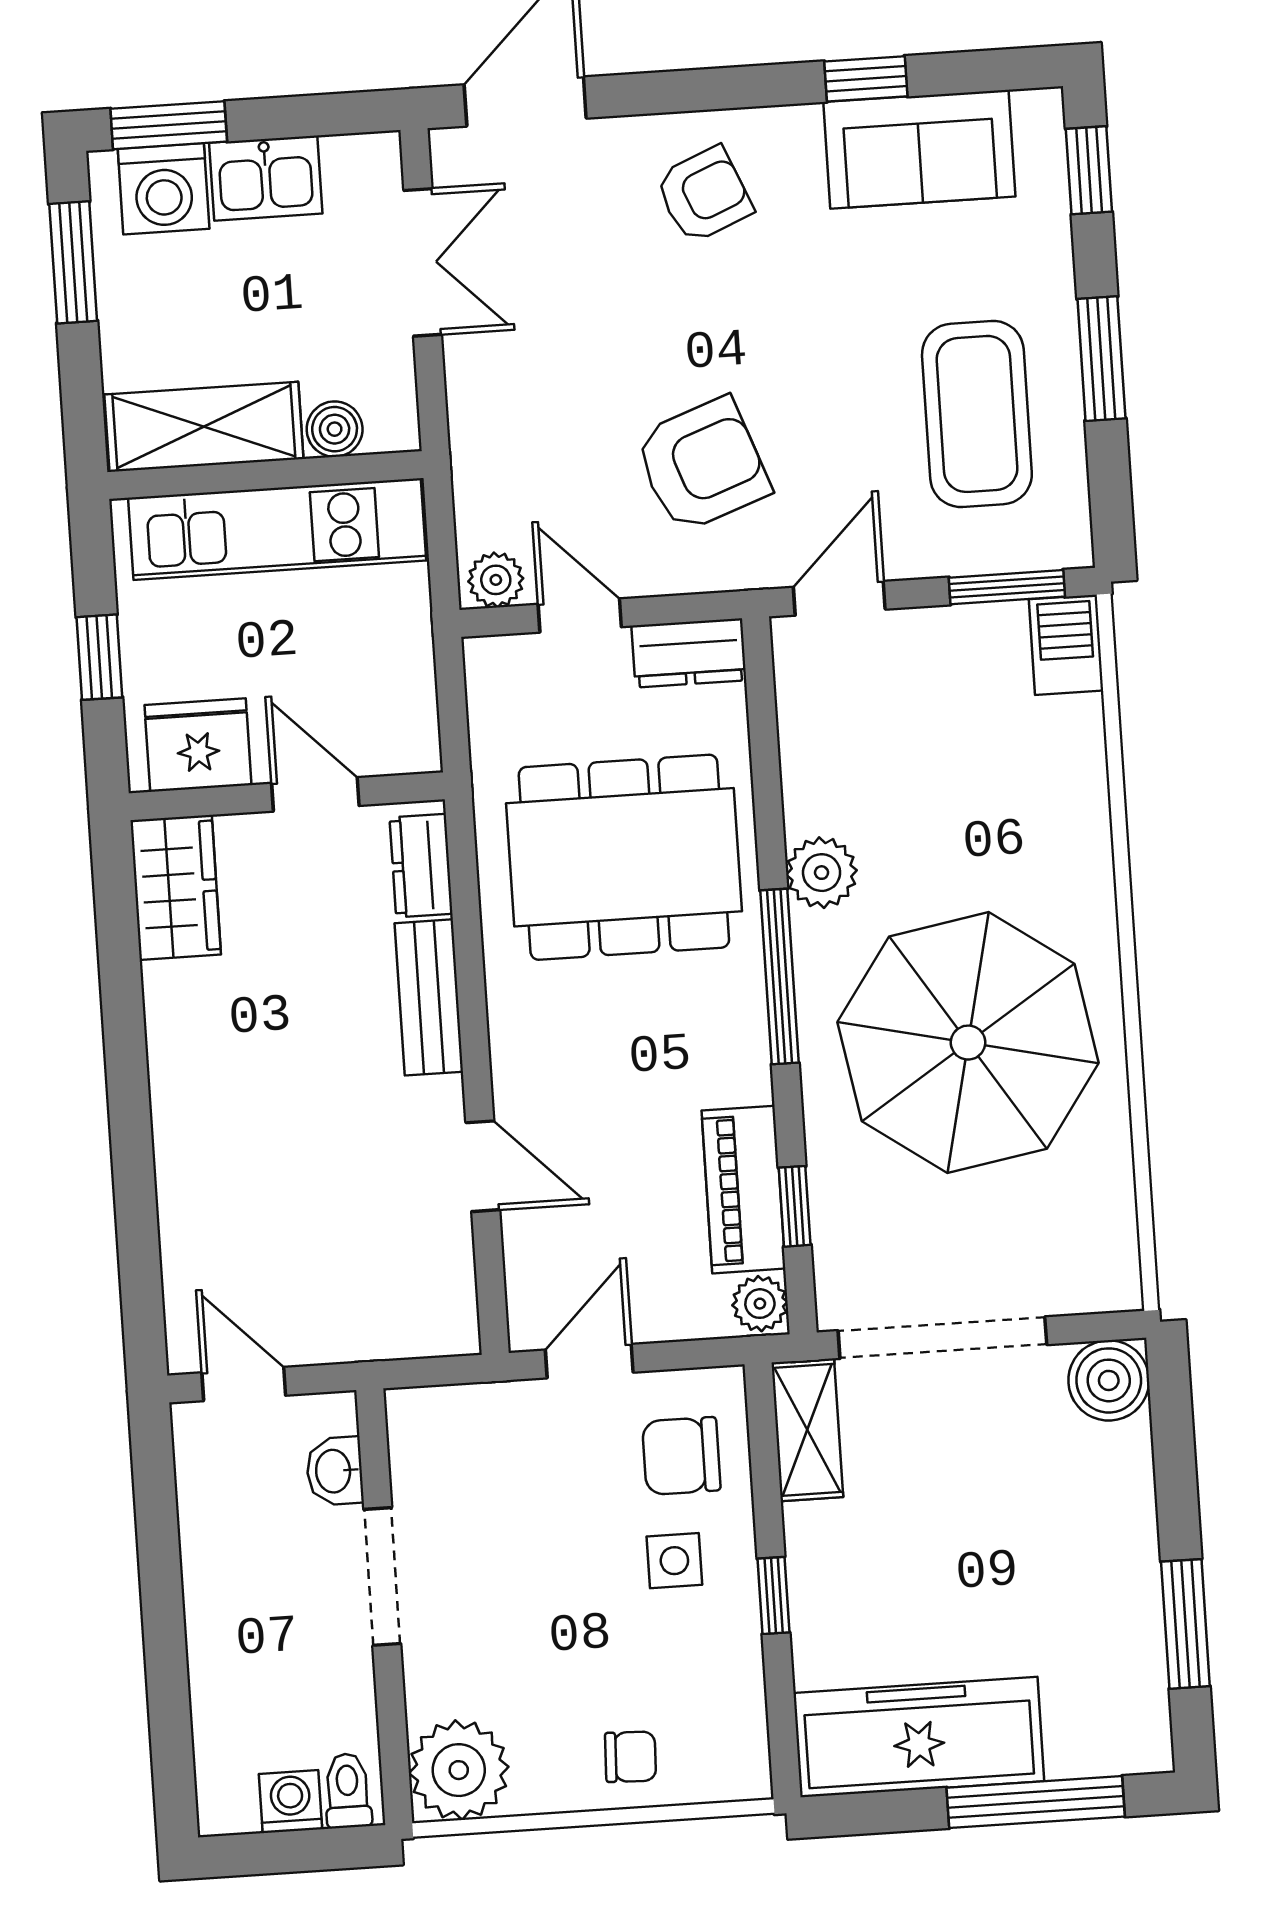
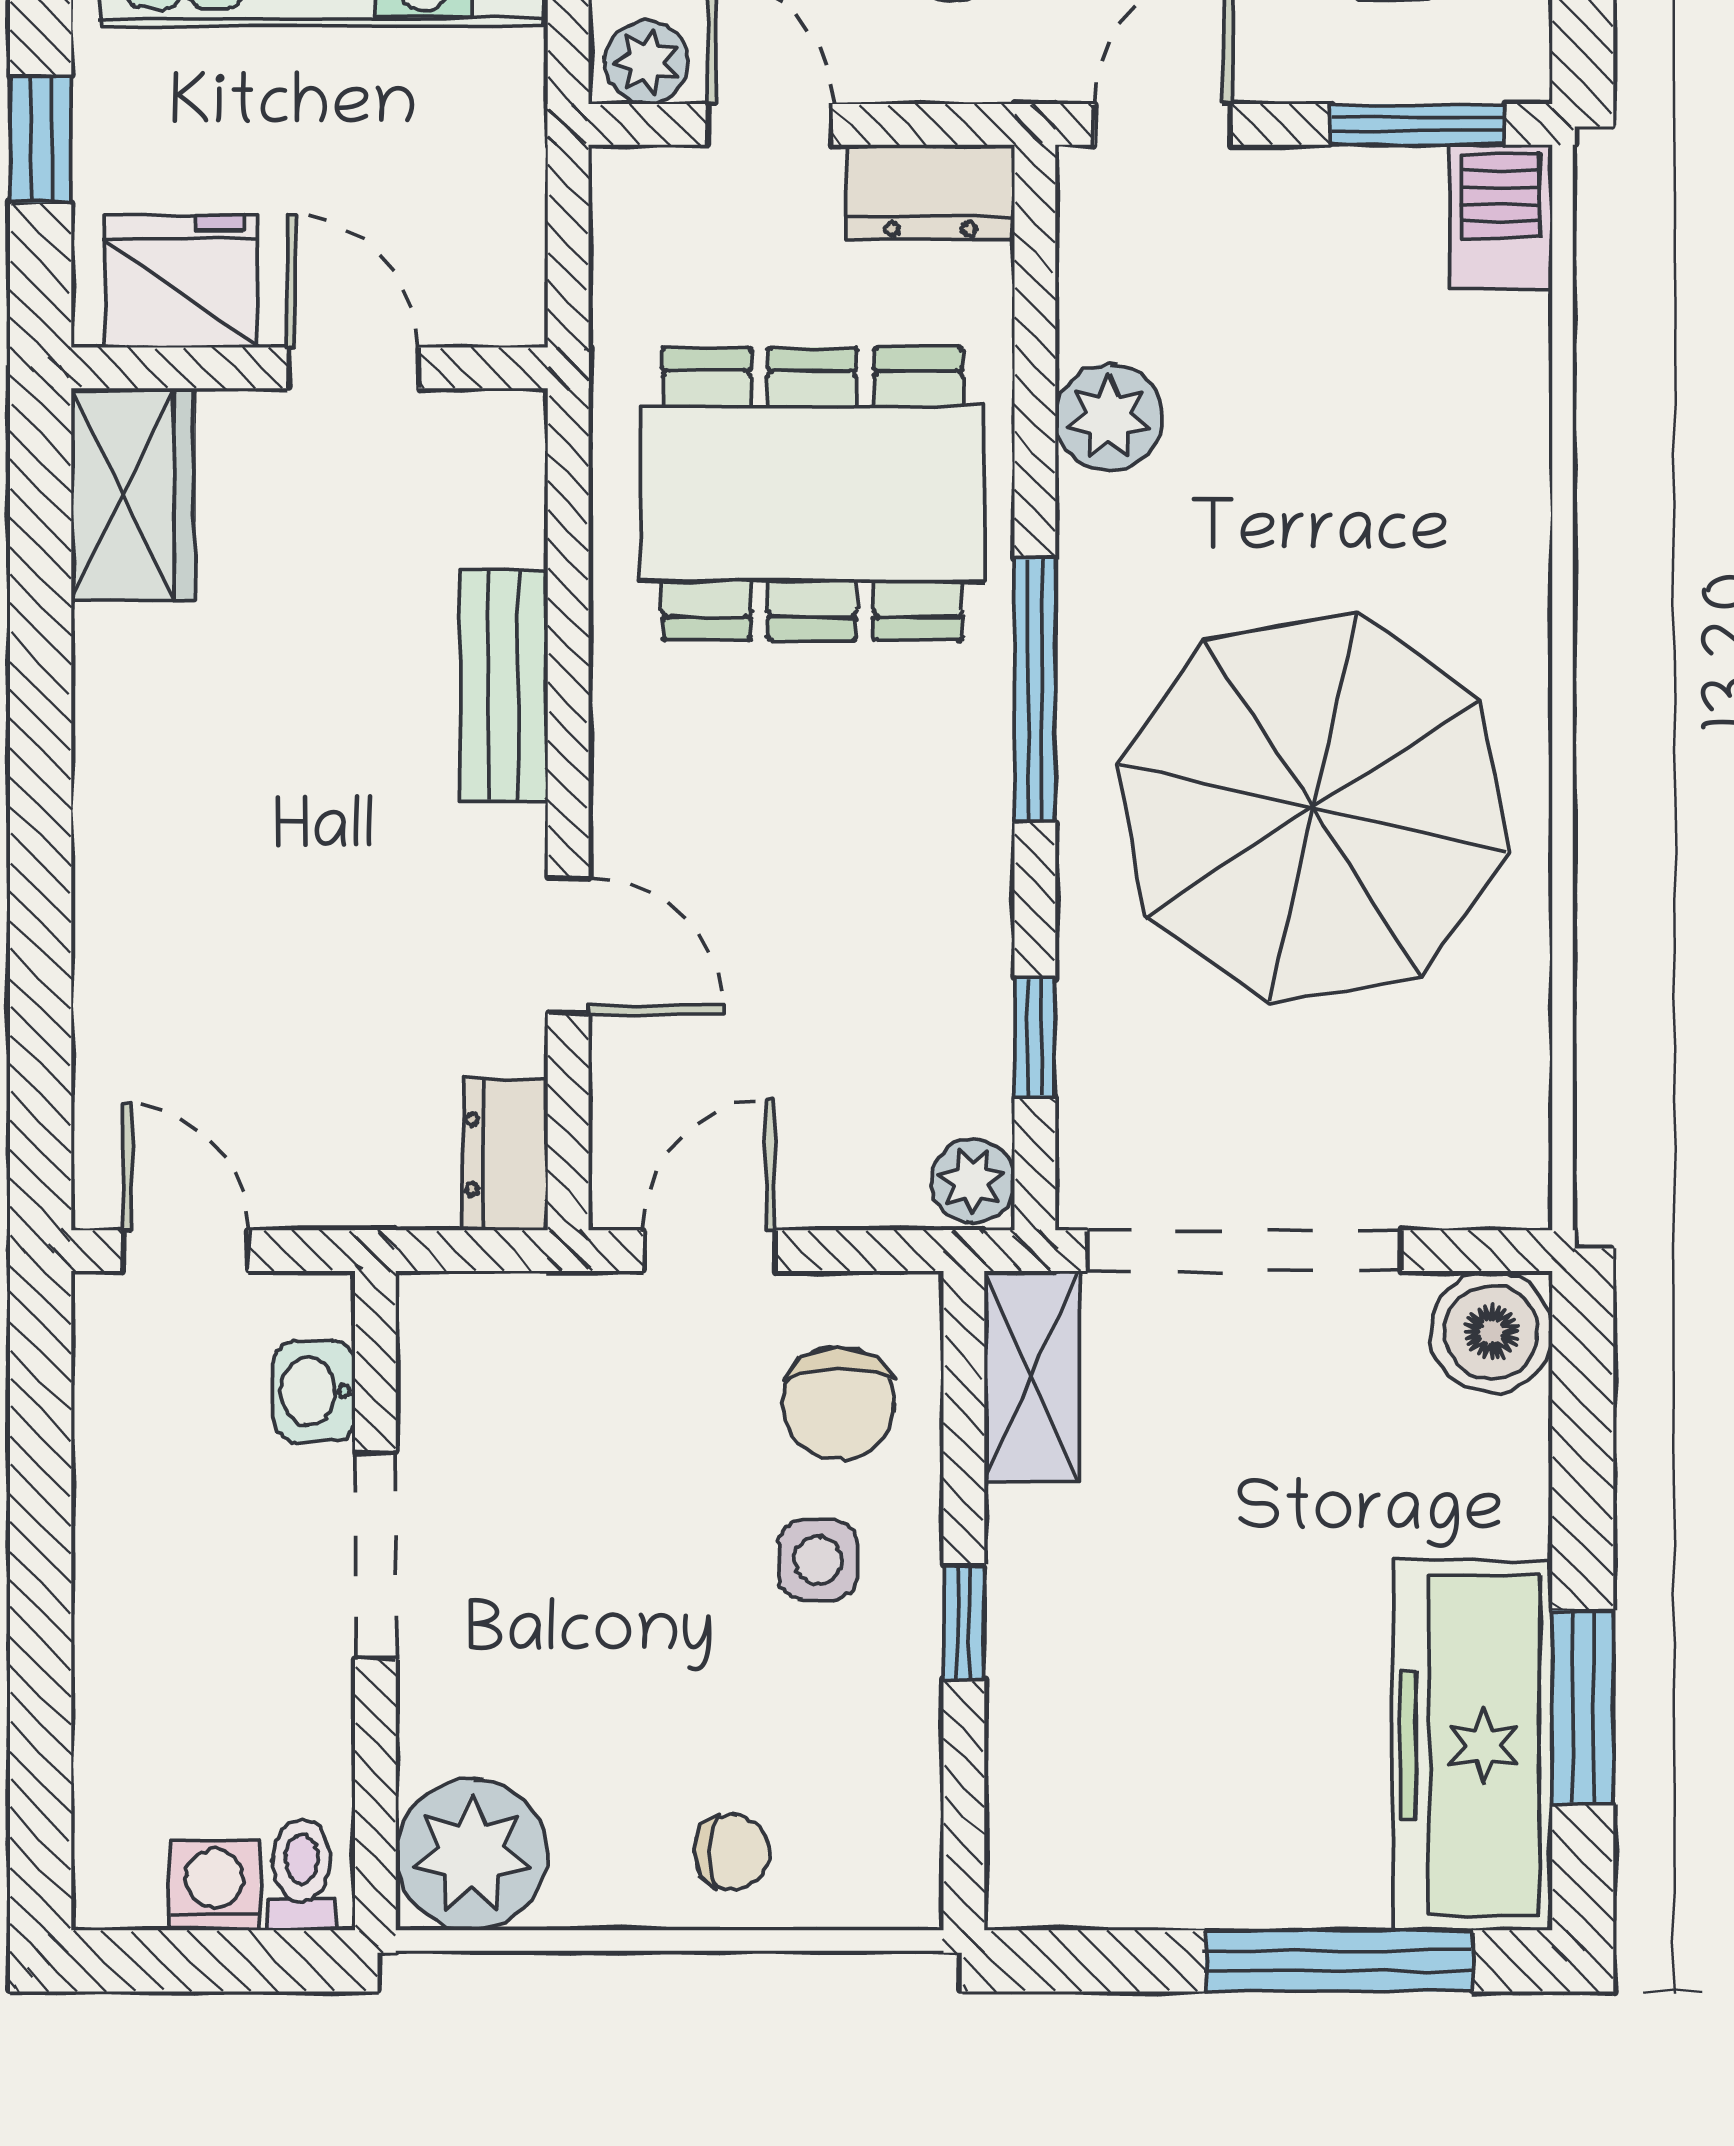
dresser: (421, 866) -> (505, 1154), moved
plant: (822, 873) -> (1109, 417), moved
piano: (743, 1190) -> (959, 1007), removed
chair: (681, 1456) -> (839, 1403), turned -90
freezer: (919, 1737) -> (1473, 1746), moved, turned -90

